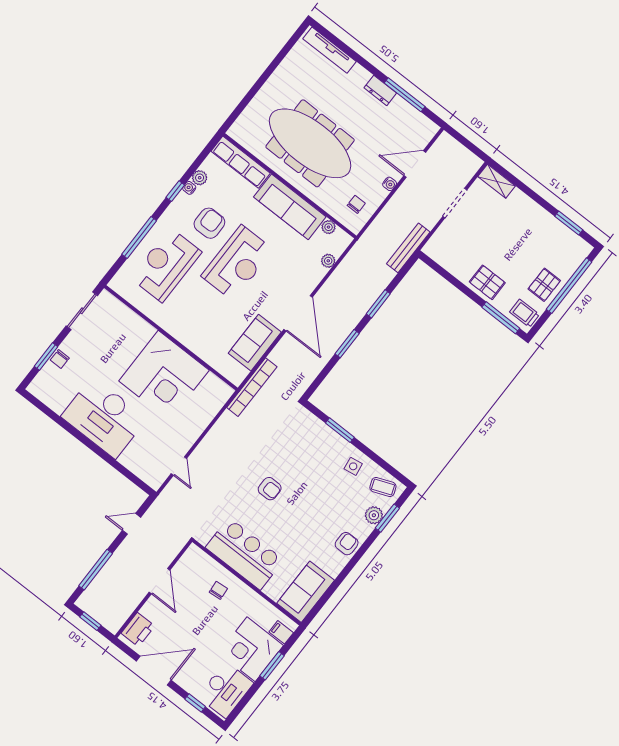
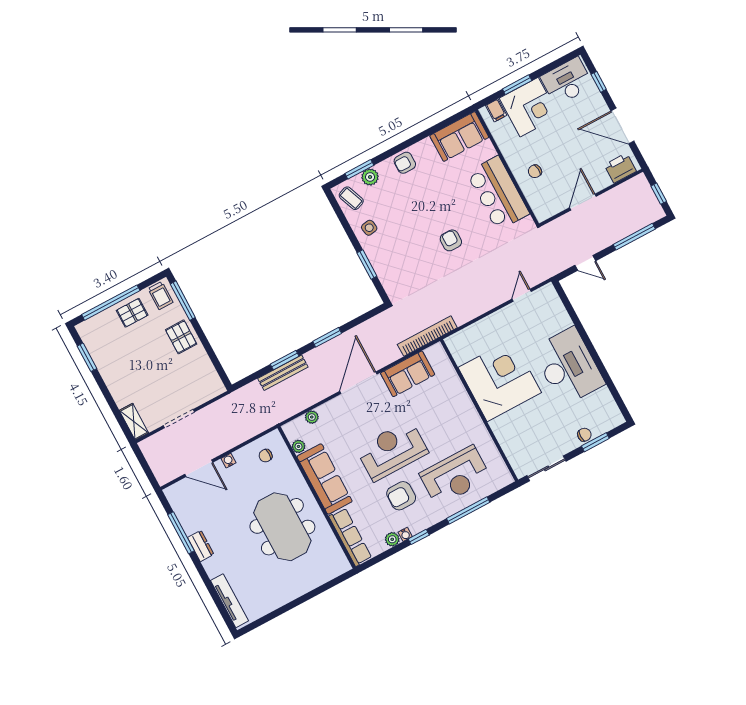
meeting table: (310, 143) -> (282, 527), width x0.73
bench: (408, 248) -> (283, 373), moved

